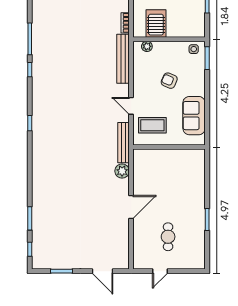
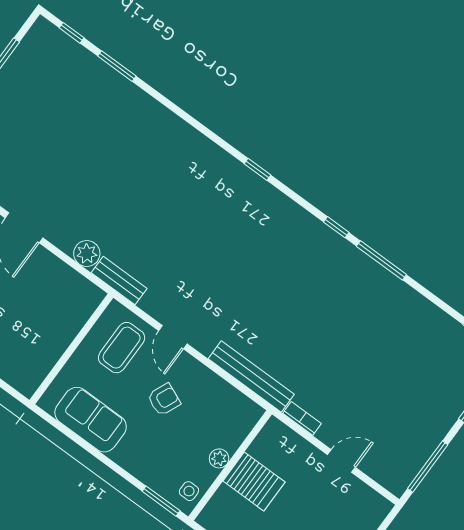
server rack: (156, 24) -> (254, 482), moved
plant: (147, 46) -> (219, 458), moved
armchair: (169, 81) -> (164, 400), moved
door: (131, 106) -> (173, 337), swing flipped
bench: (124, 143) -> (119, 281), width x0.73

